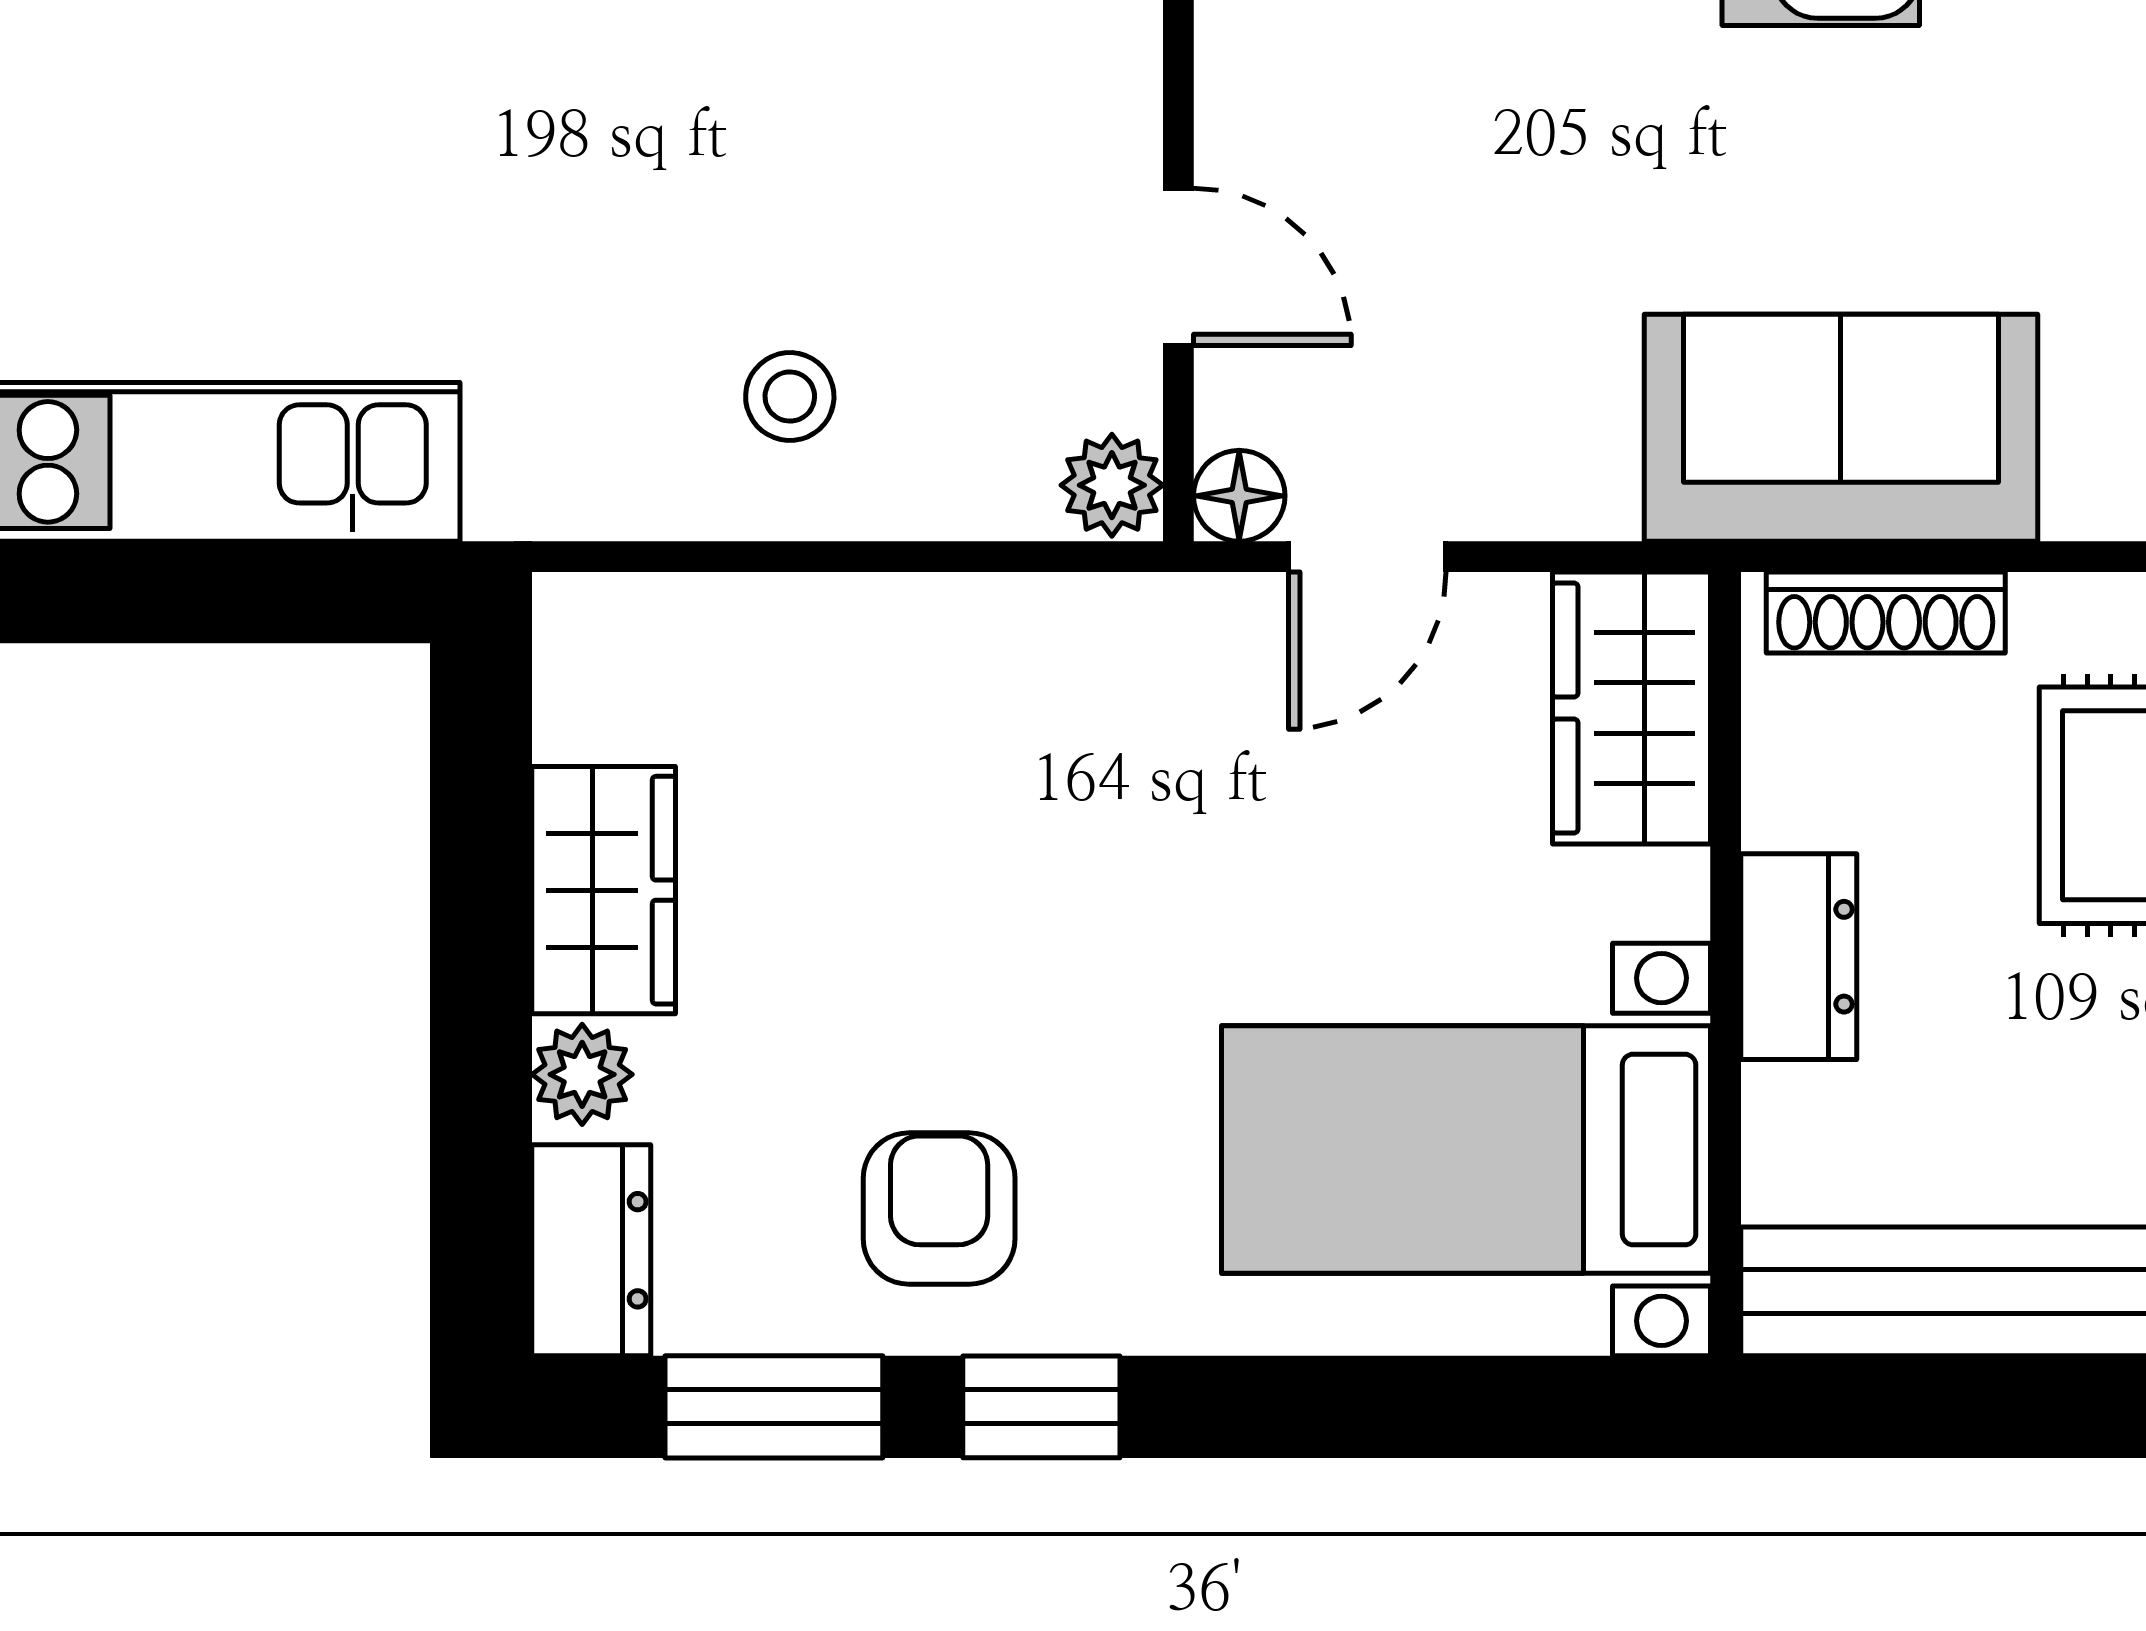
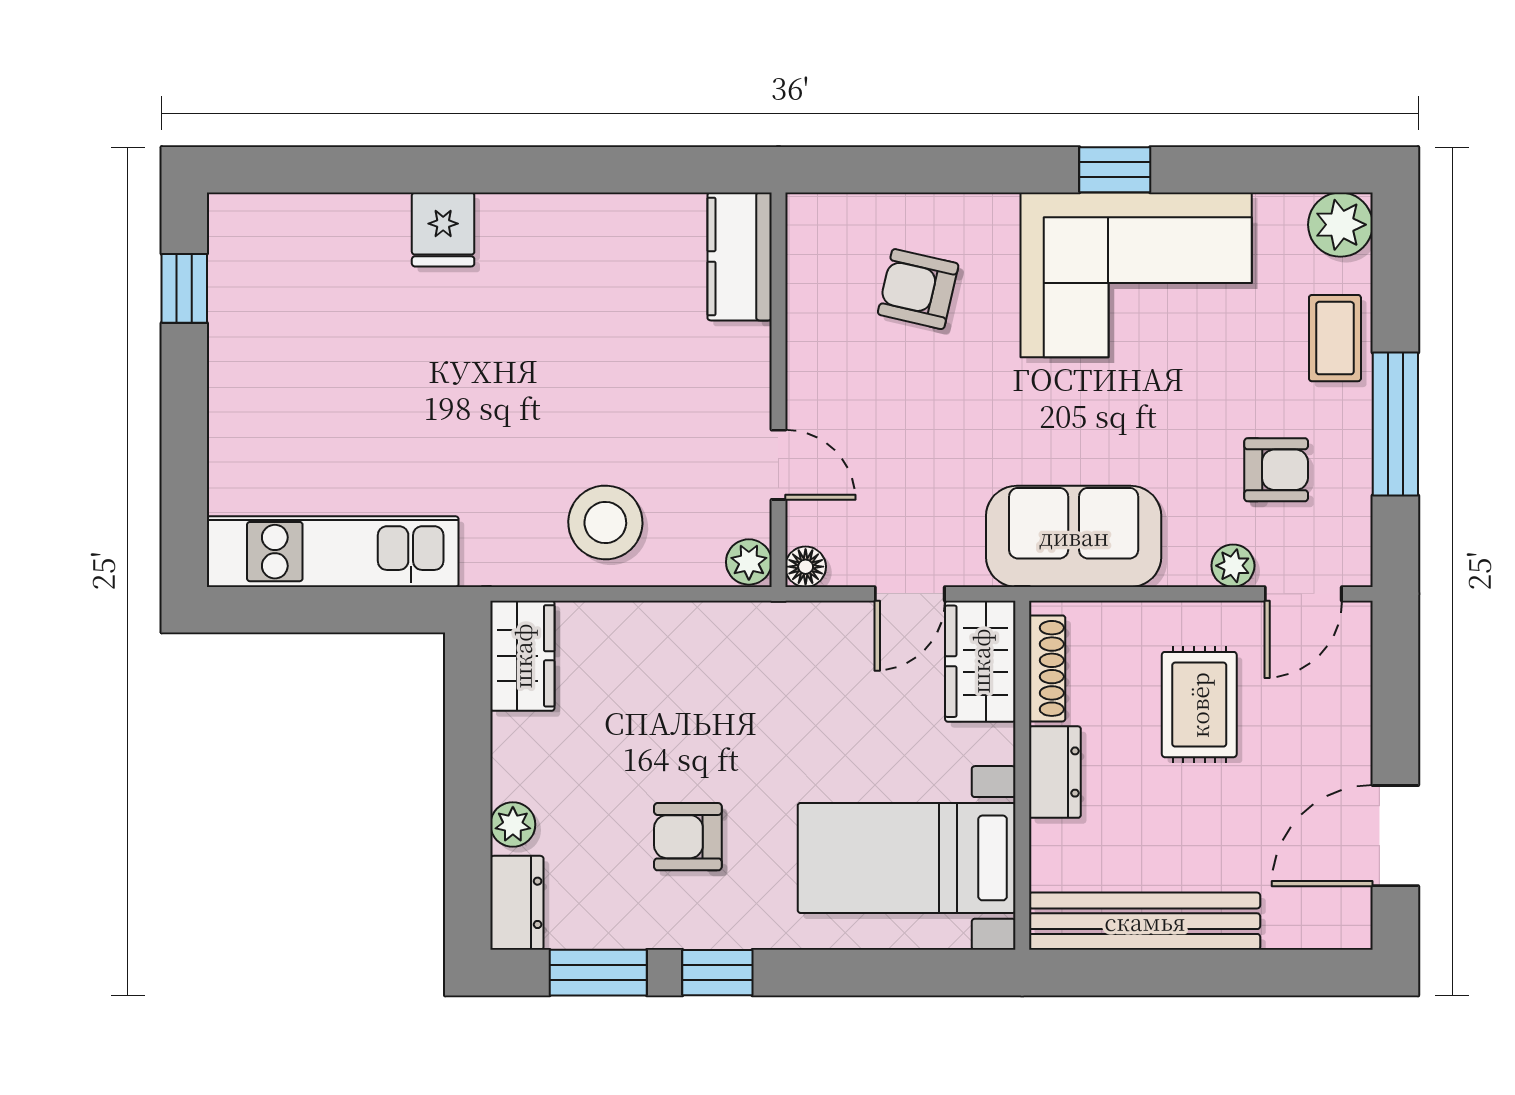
stool: (790, 397) -> (605, 522), width x1.89, depth x1.89
door: (1367, 557) -> (910, 594), moved
shoe rack: (1886, 613) -> (1047, 668), moved, turned -90
wardrobe: (604, 890) -> (522, 656), moved
armchair: (939, 1209) -> (688, 837), moved, turned -90

